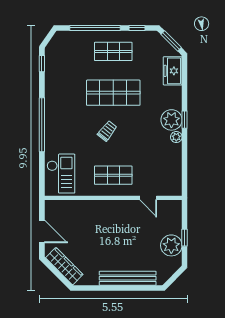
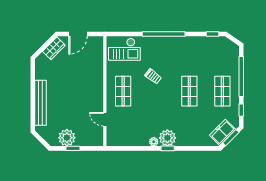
freezer: (173, 71) -> (223, 132), moved, turned -45
shop shelf: (113, 93) -> (189, 91), width x0.70, depth x0.74
trolley: (107, 131) -> (153, 76), moved
door: (148, 198) -> (105, 119), hinge flipped
wardrobe: (64, 266) -> (54, 48), width x0.67

